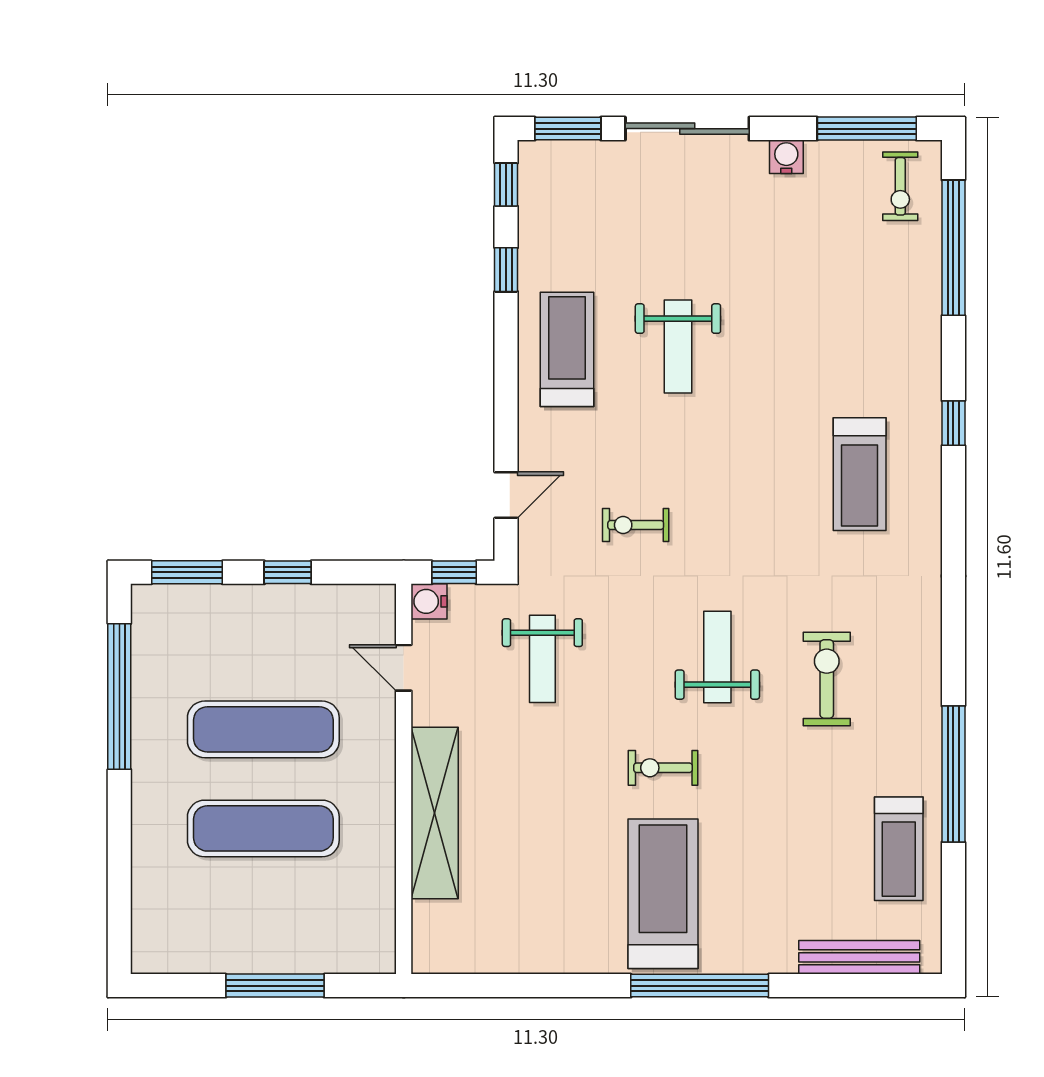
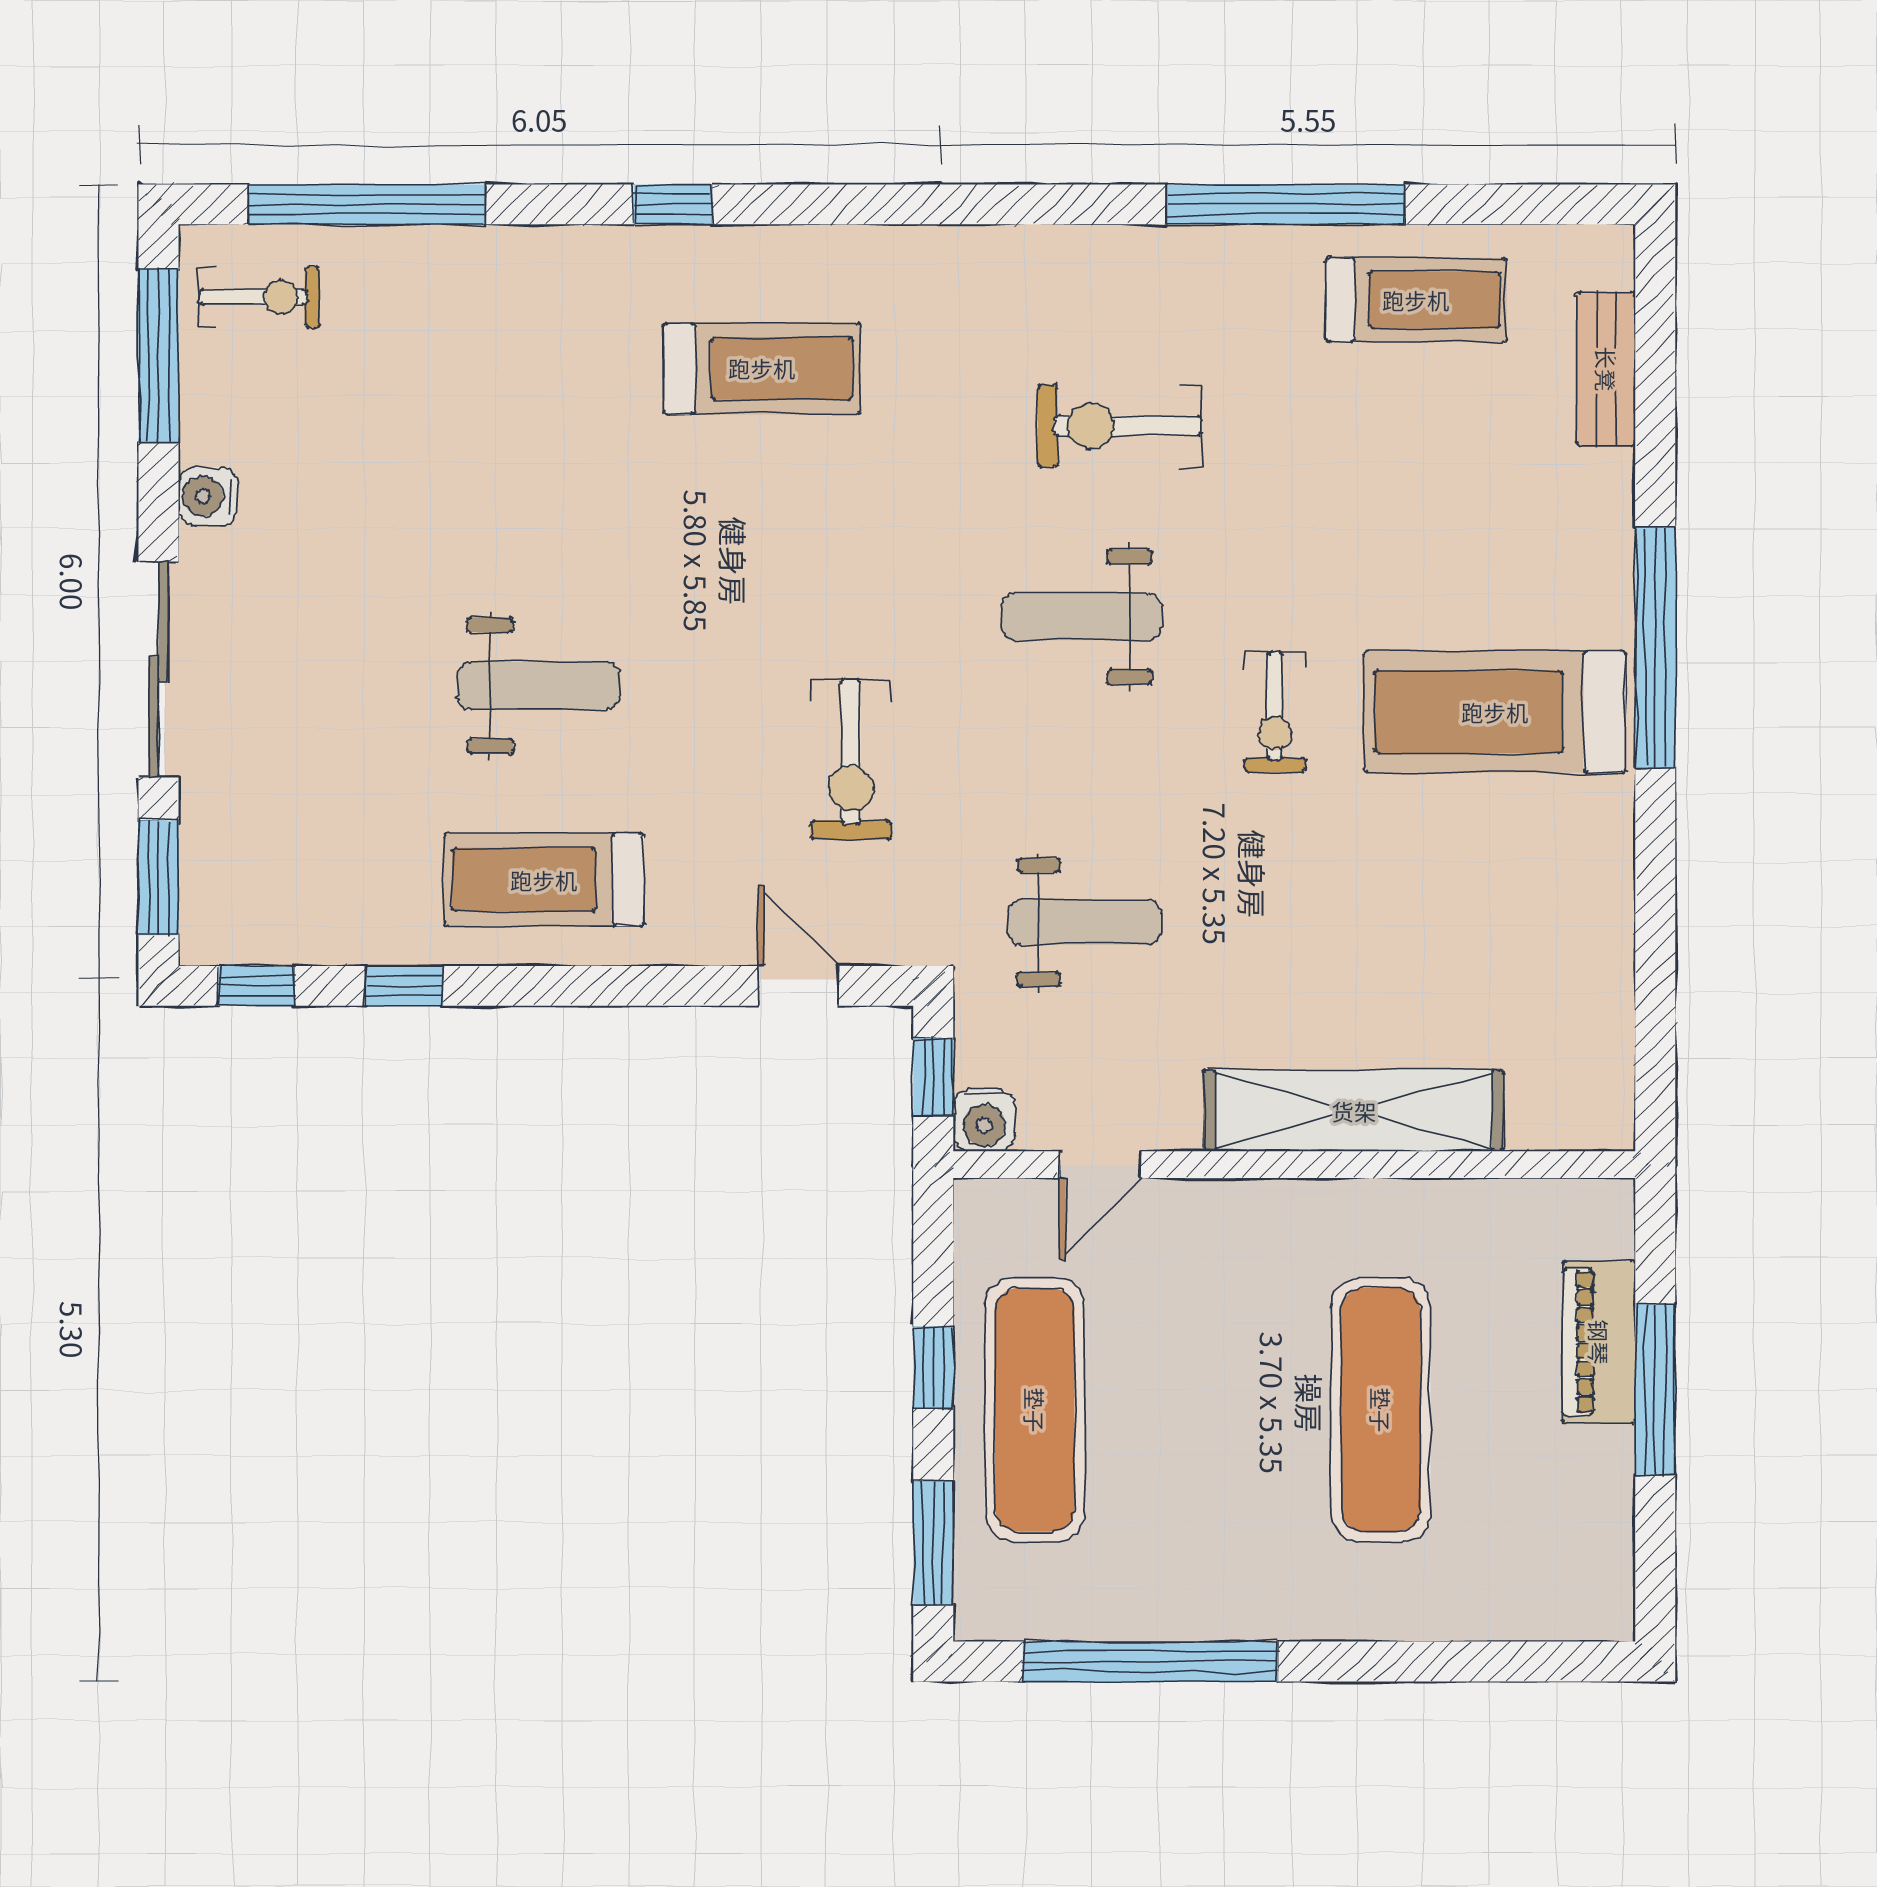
exercise bike: (636, 525) -> (851, 759), width x1.38, depth x1.39
exercise mat: (263, 729) -> (1035, 1410), moved
piano: (302, 953) -> (1599, 1342), added
bench: (859, 957) -> (1606, 369), width x0.73

